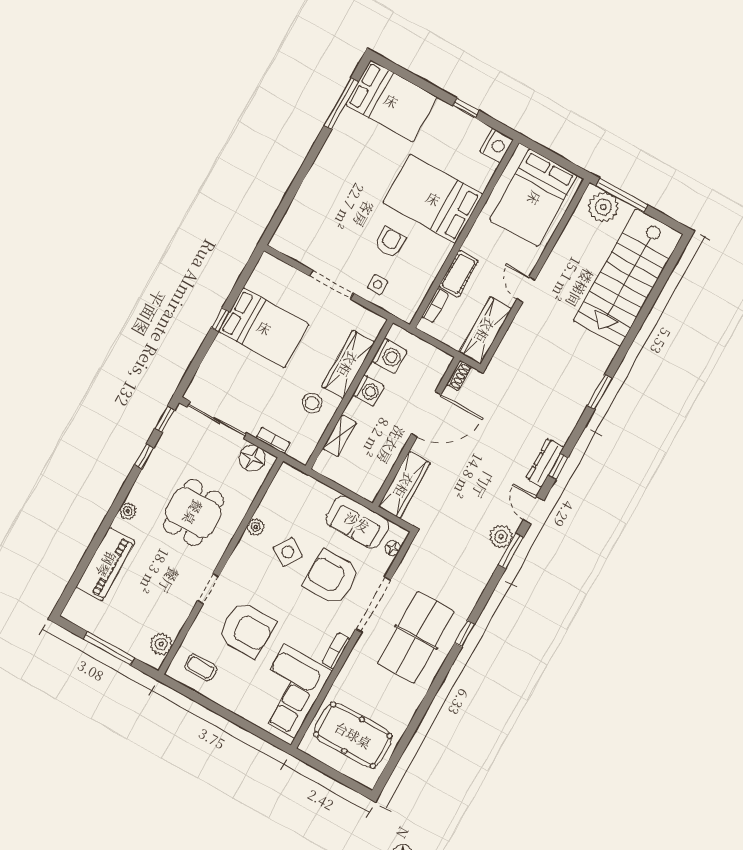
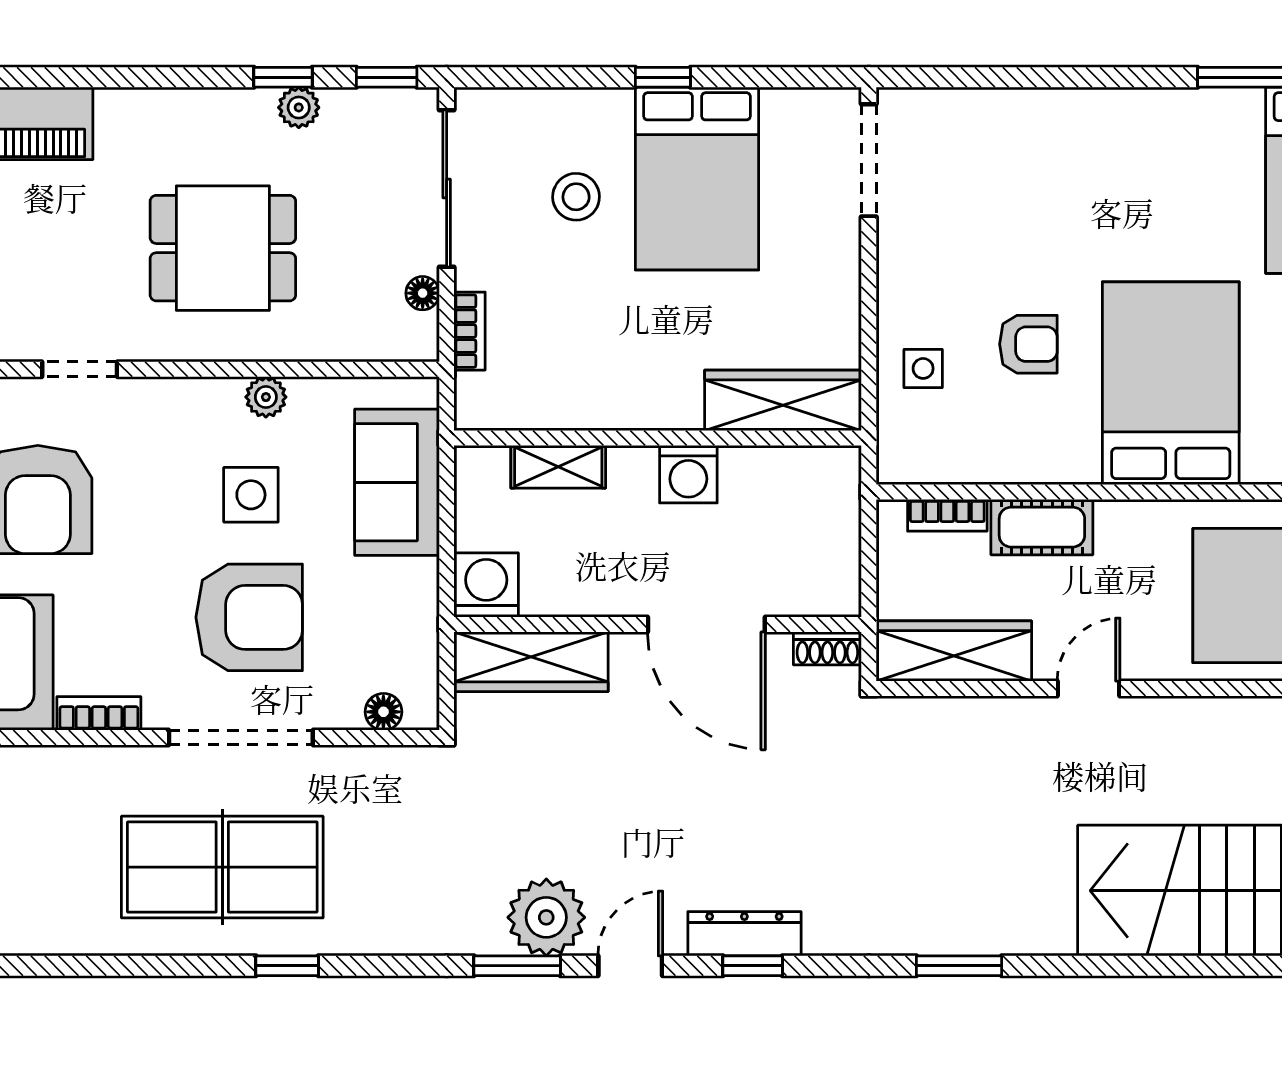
doorway: (331, 285) -> (869, 160), moved
washing machine: (389, 356) -> (486, 585), moved, turned 180
wardrobe: (348, 364) -> (783, 400), moved
stool: (312, 403) -> (576, 197), moved
floor lamp: (252, 458) -> (423, 293), width x0.53, depth x0.53
plant: (128, 511) -> (299, 107), moved
sofa: (357, 522) -> (397, 482), moved
plant: (501, 537) -> (546, 917), width x1.36, depth x1.36
side table: (288, 552) -> (251, 495), turned -32
armchair: (332, 577) -> (249, 617), turned 90

